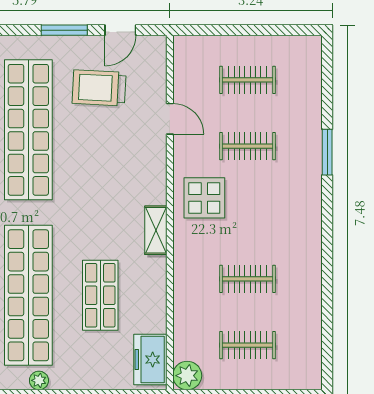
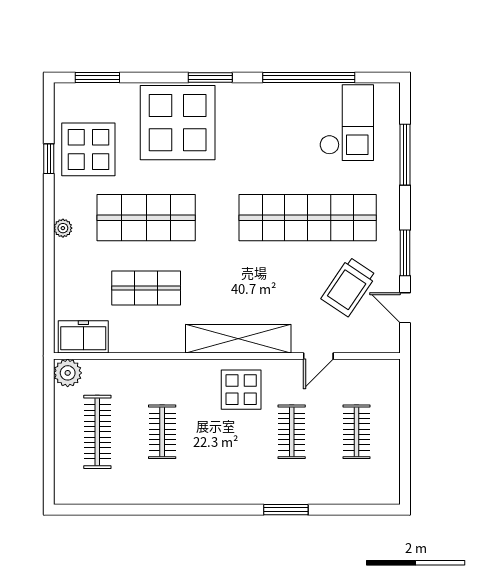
trolley: (99, 88) -> (349, 287), turned -149
shelving: (156, 230) -> (238, 339), width x2.20, depth x1.33
shop shelf: (28, 295) -> (146, 218), width x0.71
clothes rail: (247, 345) -> (97, 432), width x1.36

